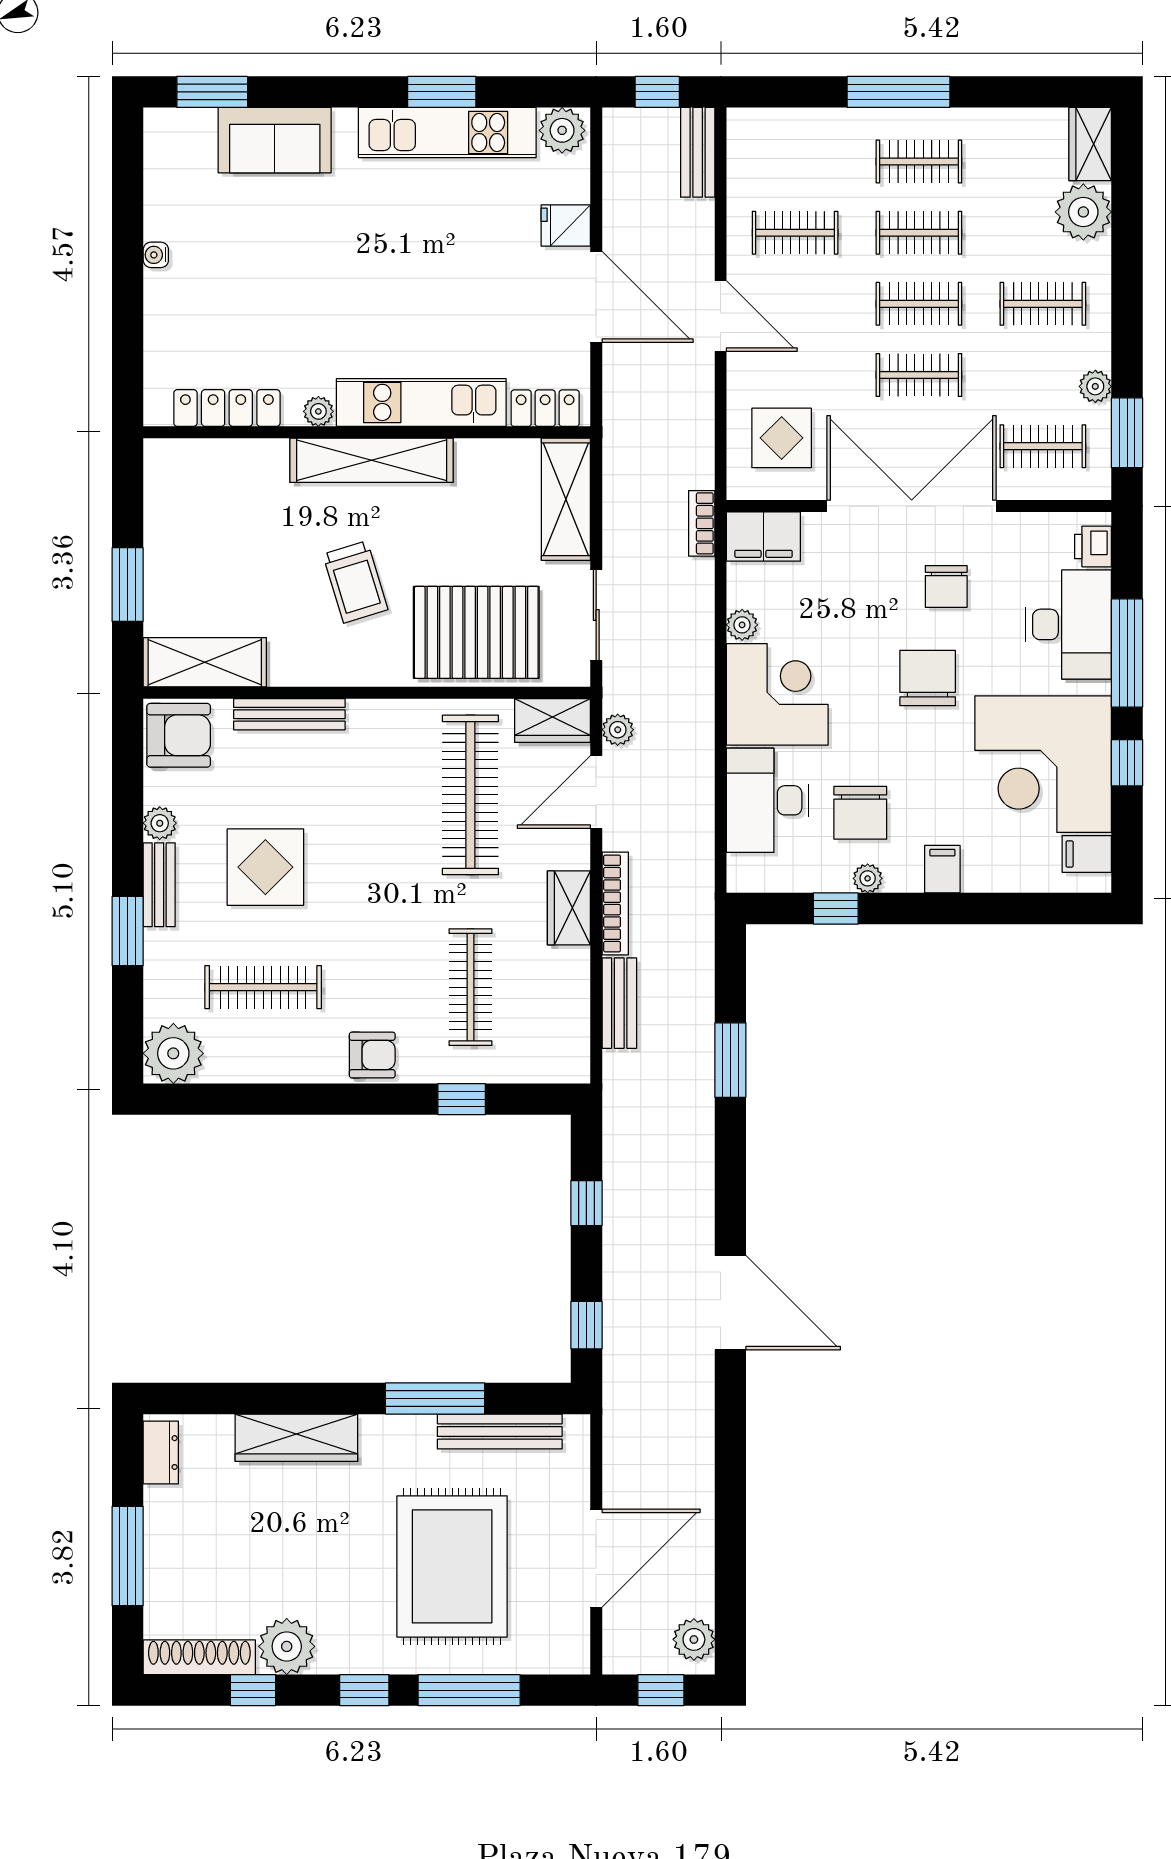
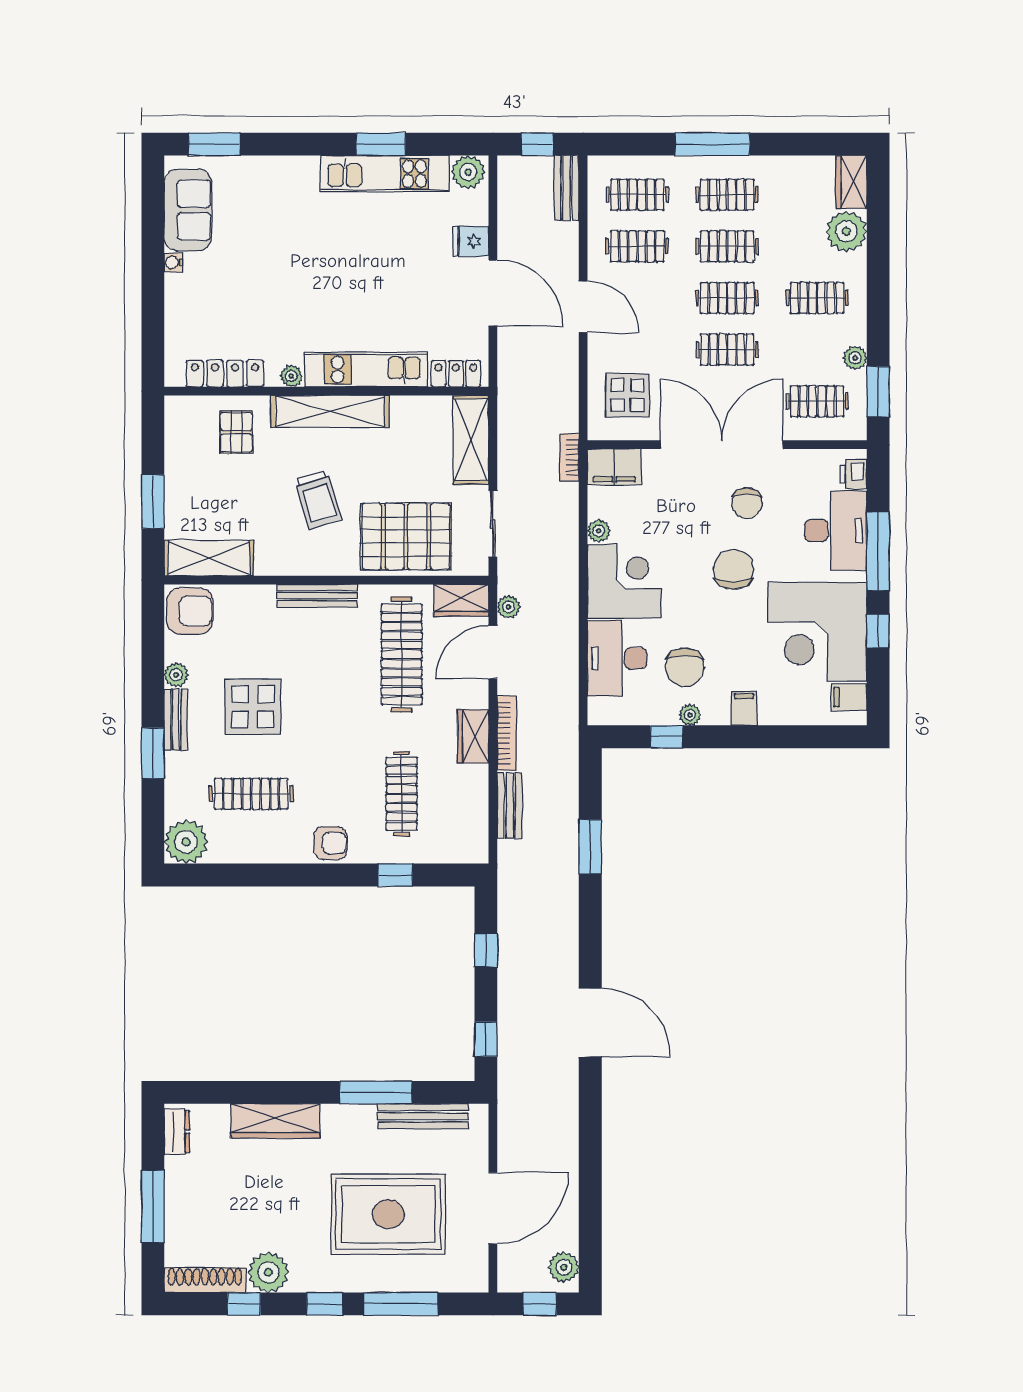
sofa: (275, 140) -> (188, 210), moved, turned -90
clothes rail: (795, 162) -> (637, 195), added
pallet: (243, 489) -> (236, 432), added
bench: (289, 714) -> (317, 596), moved
rug: (452, 1566) -> (388, 1214), turned 90

